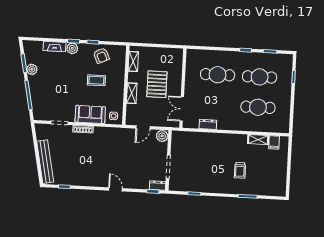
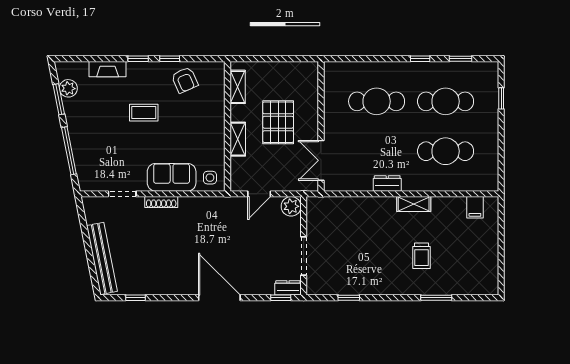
plant: (72, 48) -> (137, 71), removed
plant: (32, 69) -> (68, 88), moved
coffee table: (96, 80) -> (144, 113), moved
dresser: (208, 124) -> (387, 183), moved
shelving: (258, 140) -> (414, 204), moved
door: (115, 189) -> (219, 298), width x1.87

